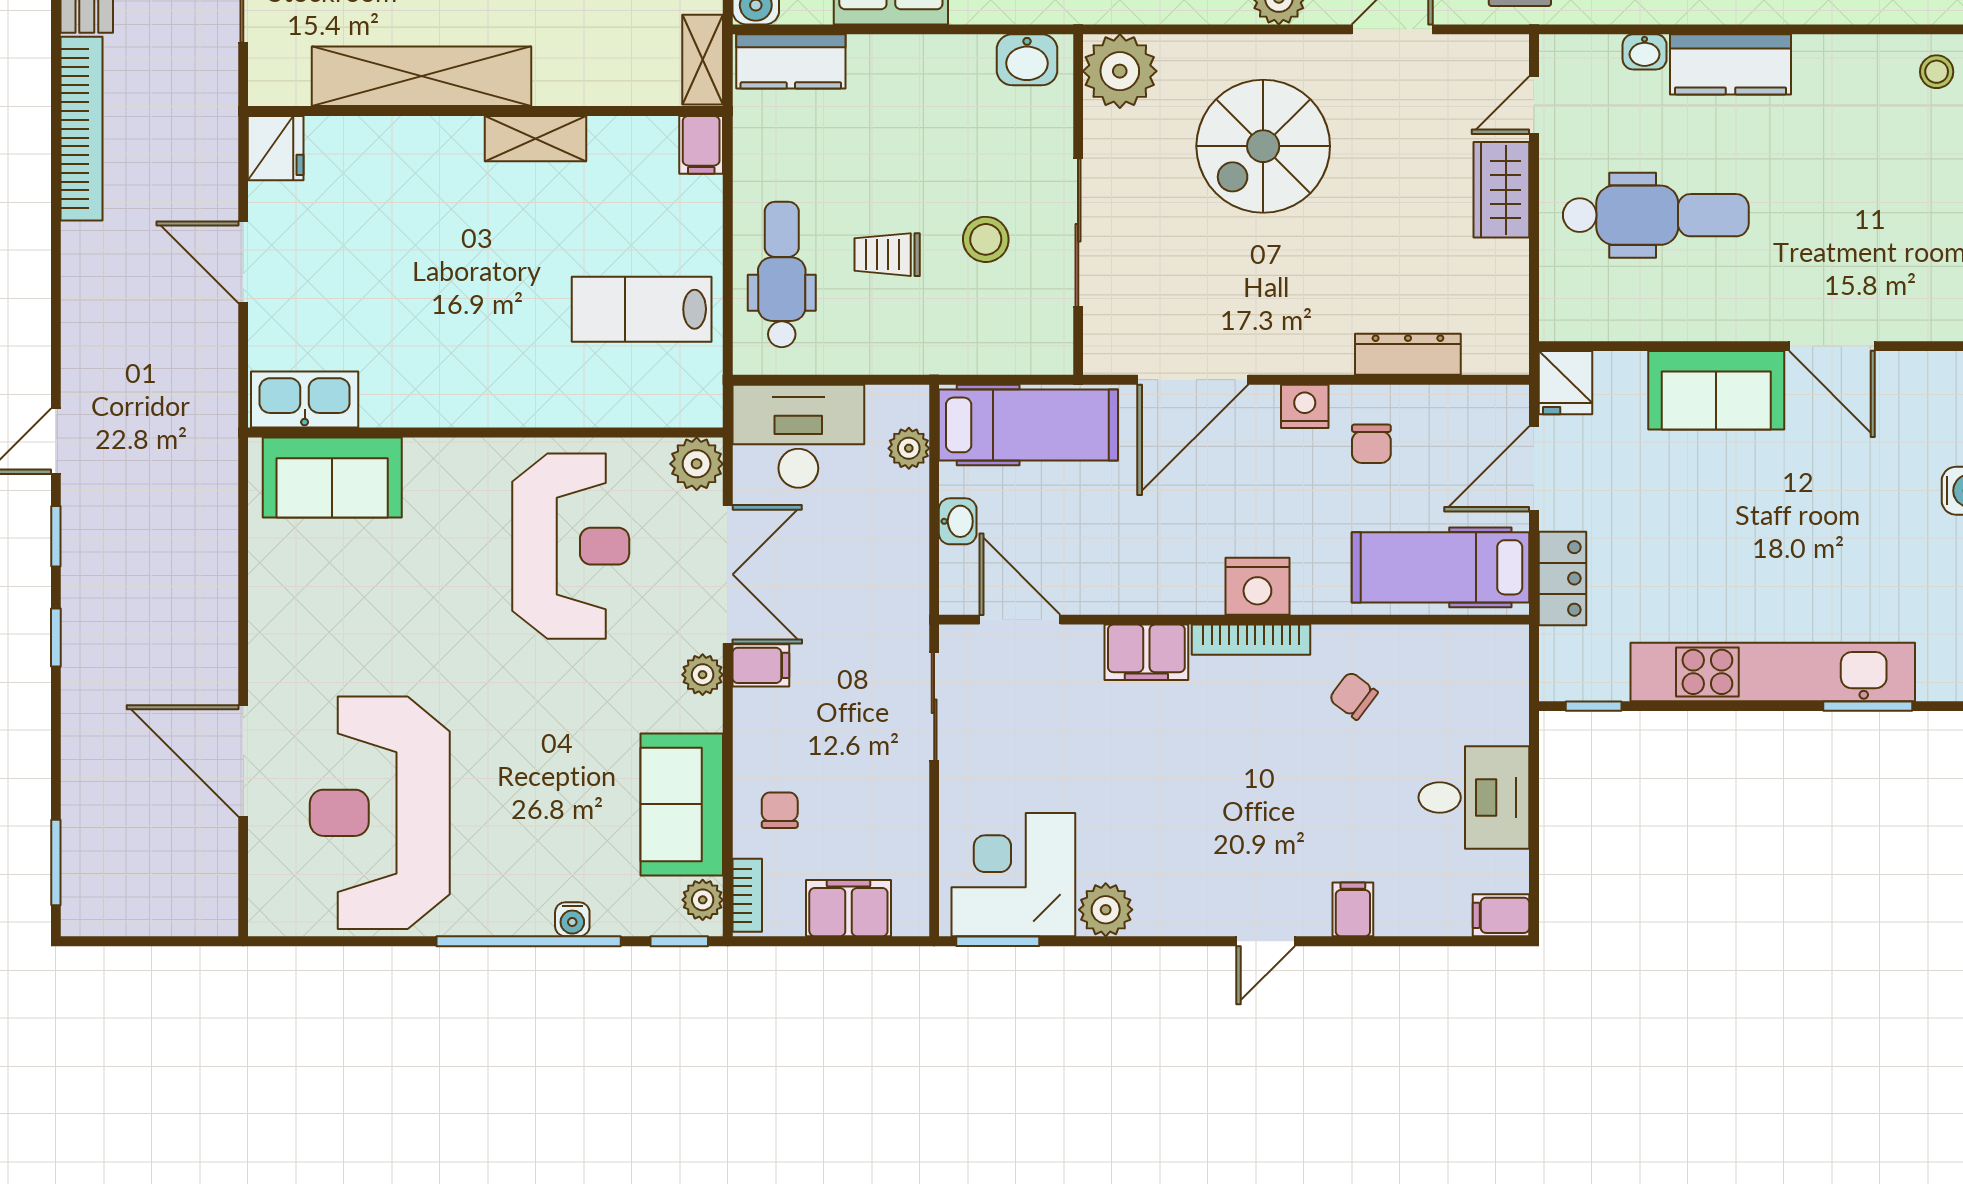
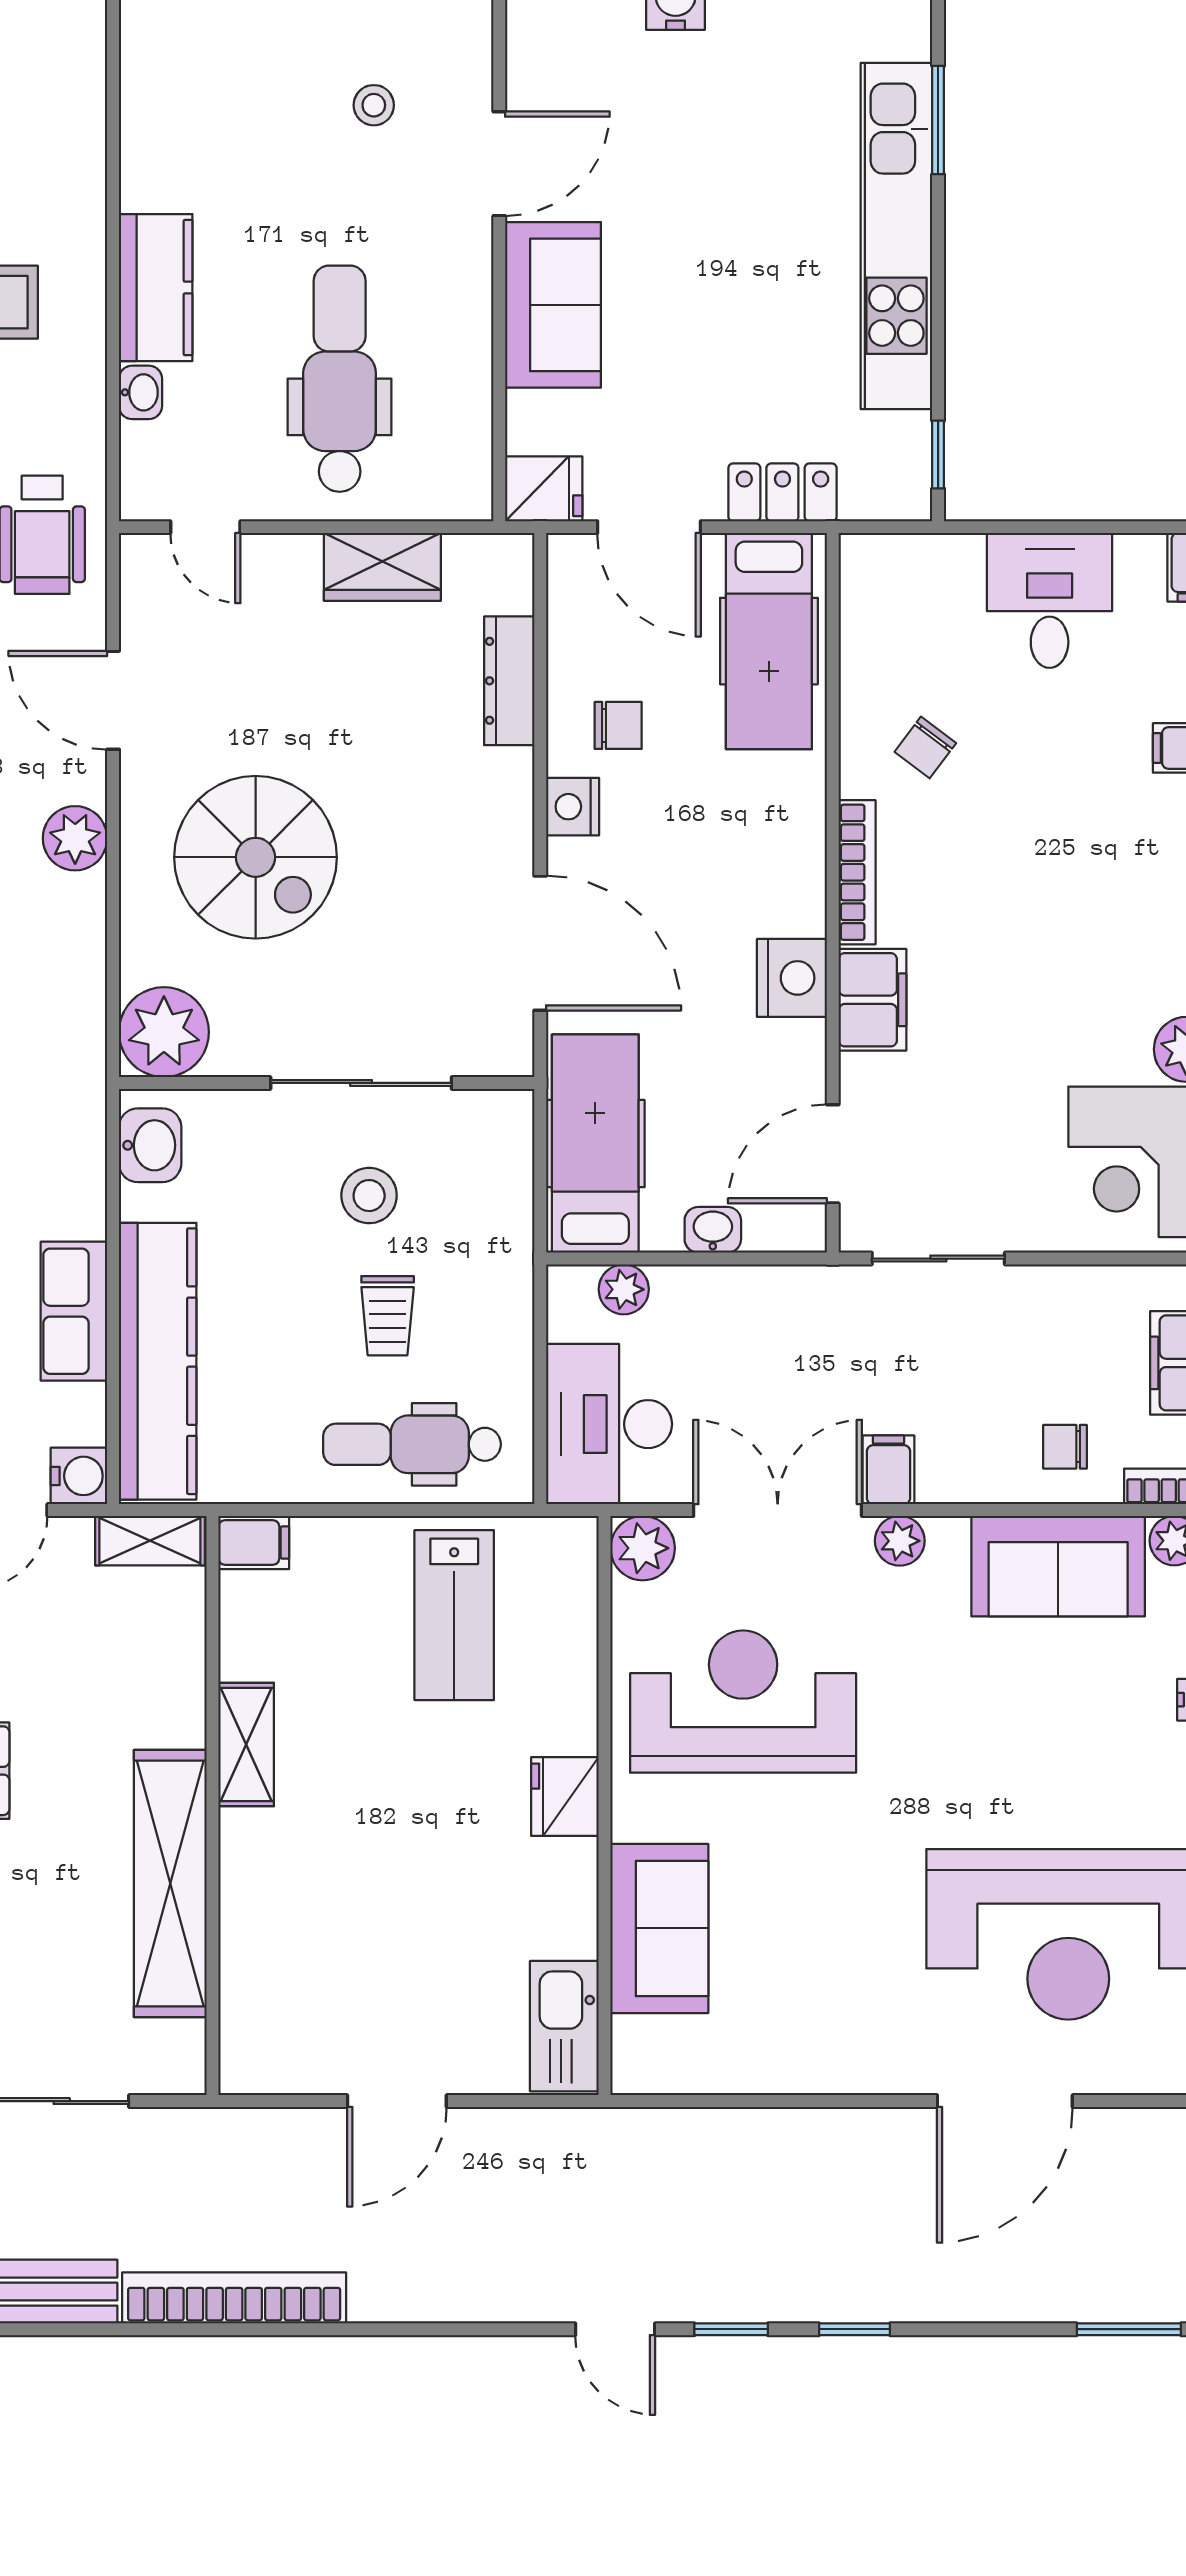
kitchen counter: (791, 61) -> (158, 1361), width x2.08, depth x1.17
stool: (1937, 72) -> (374, 105), moved
fridge: (276, 148) -> (565, 1797), moved, turned -90
wardrobe: (1501, 190) -> (382, 567), moved
sofa: (332, 477) -> (659, 1928), moved
nightstand: (1257, 586) -> (792, 978), moved

